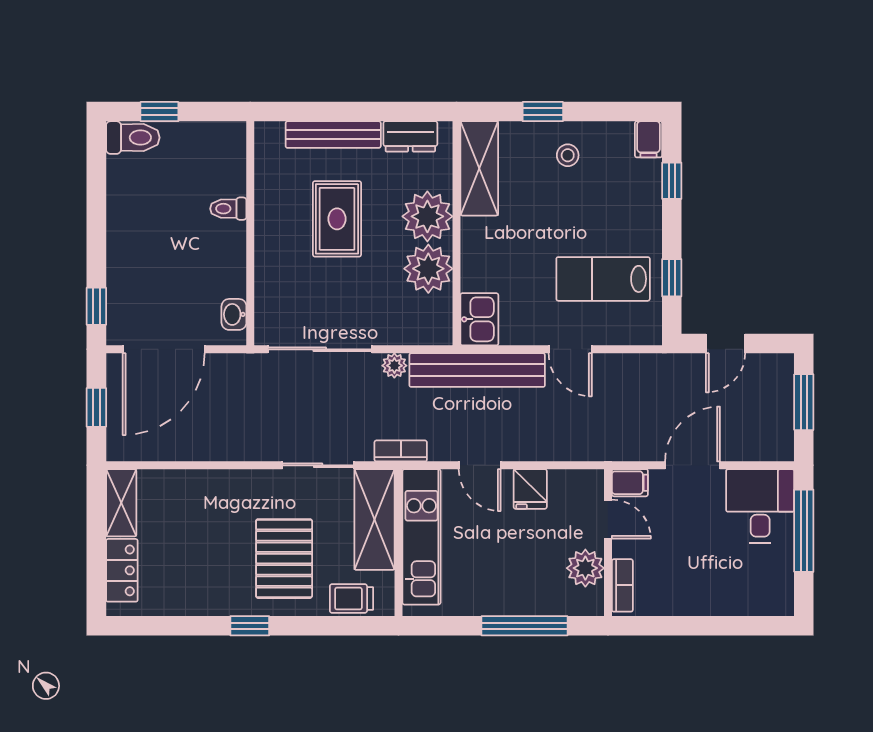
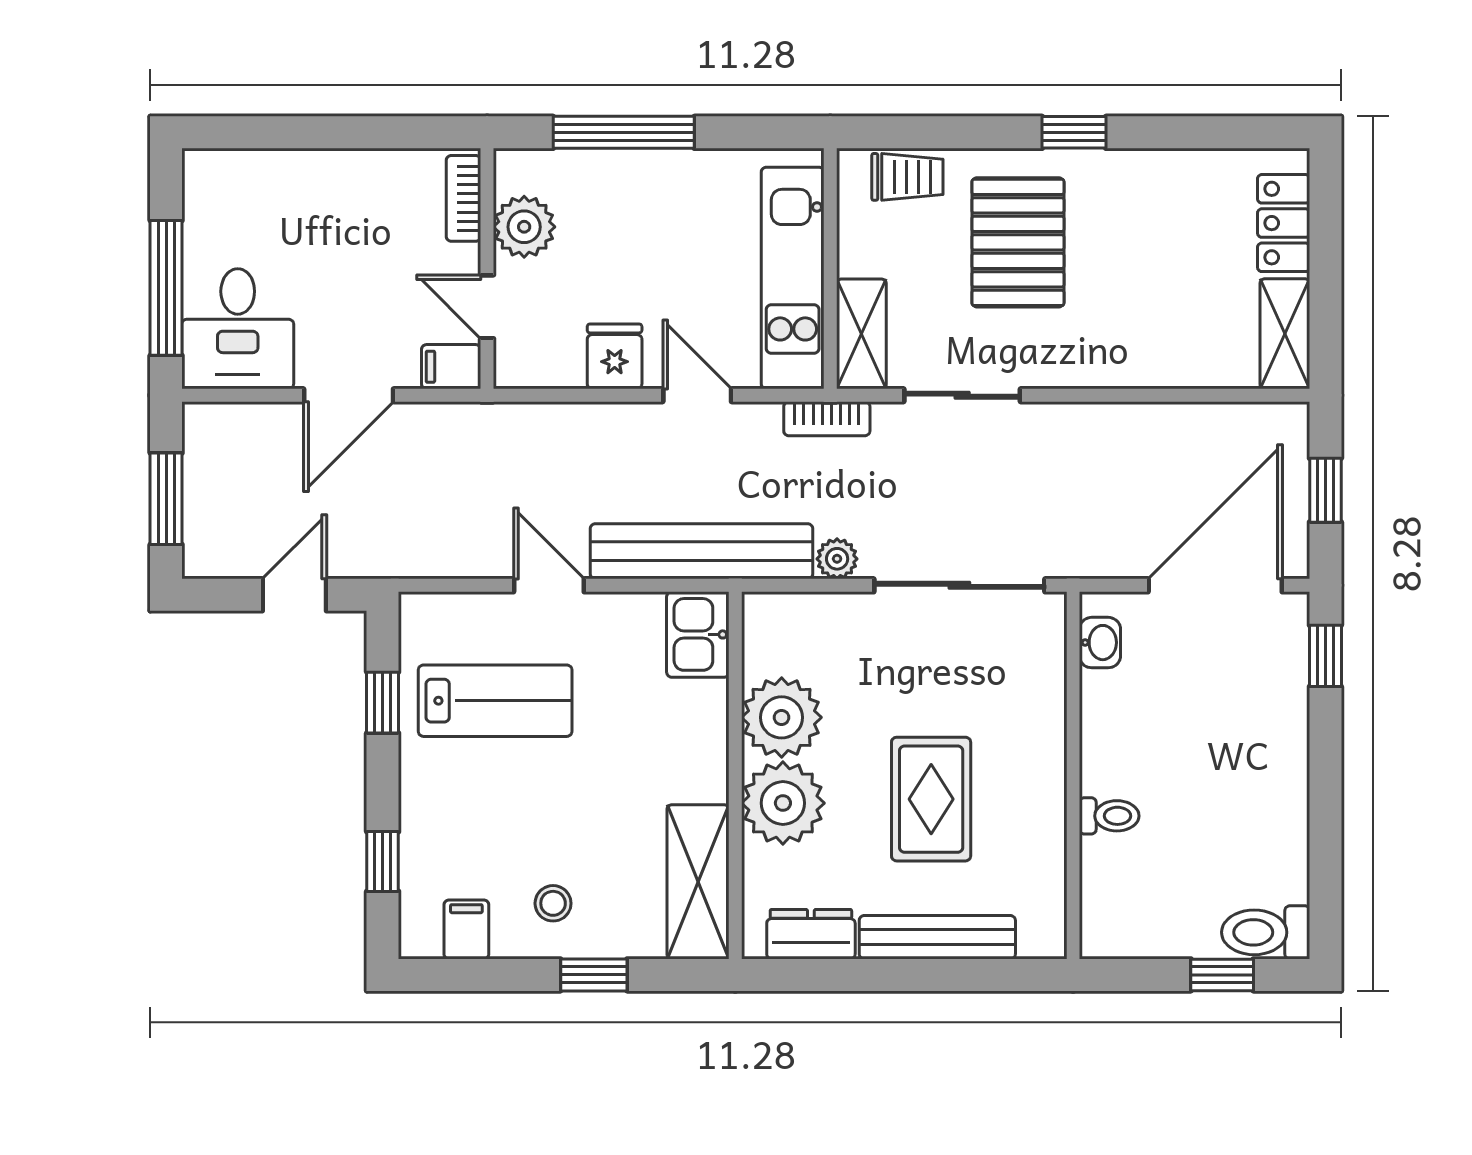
filing cabinet: (648, 139) -> (466, 929), moved
shelving: (375, 520) -> (861, 334), width x0.67, depth x0.75

